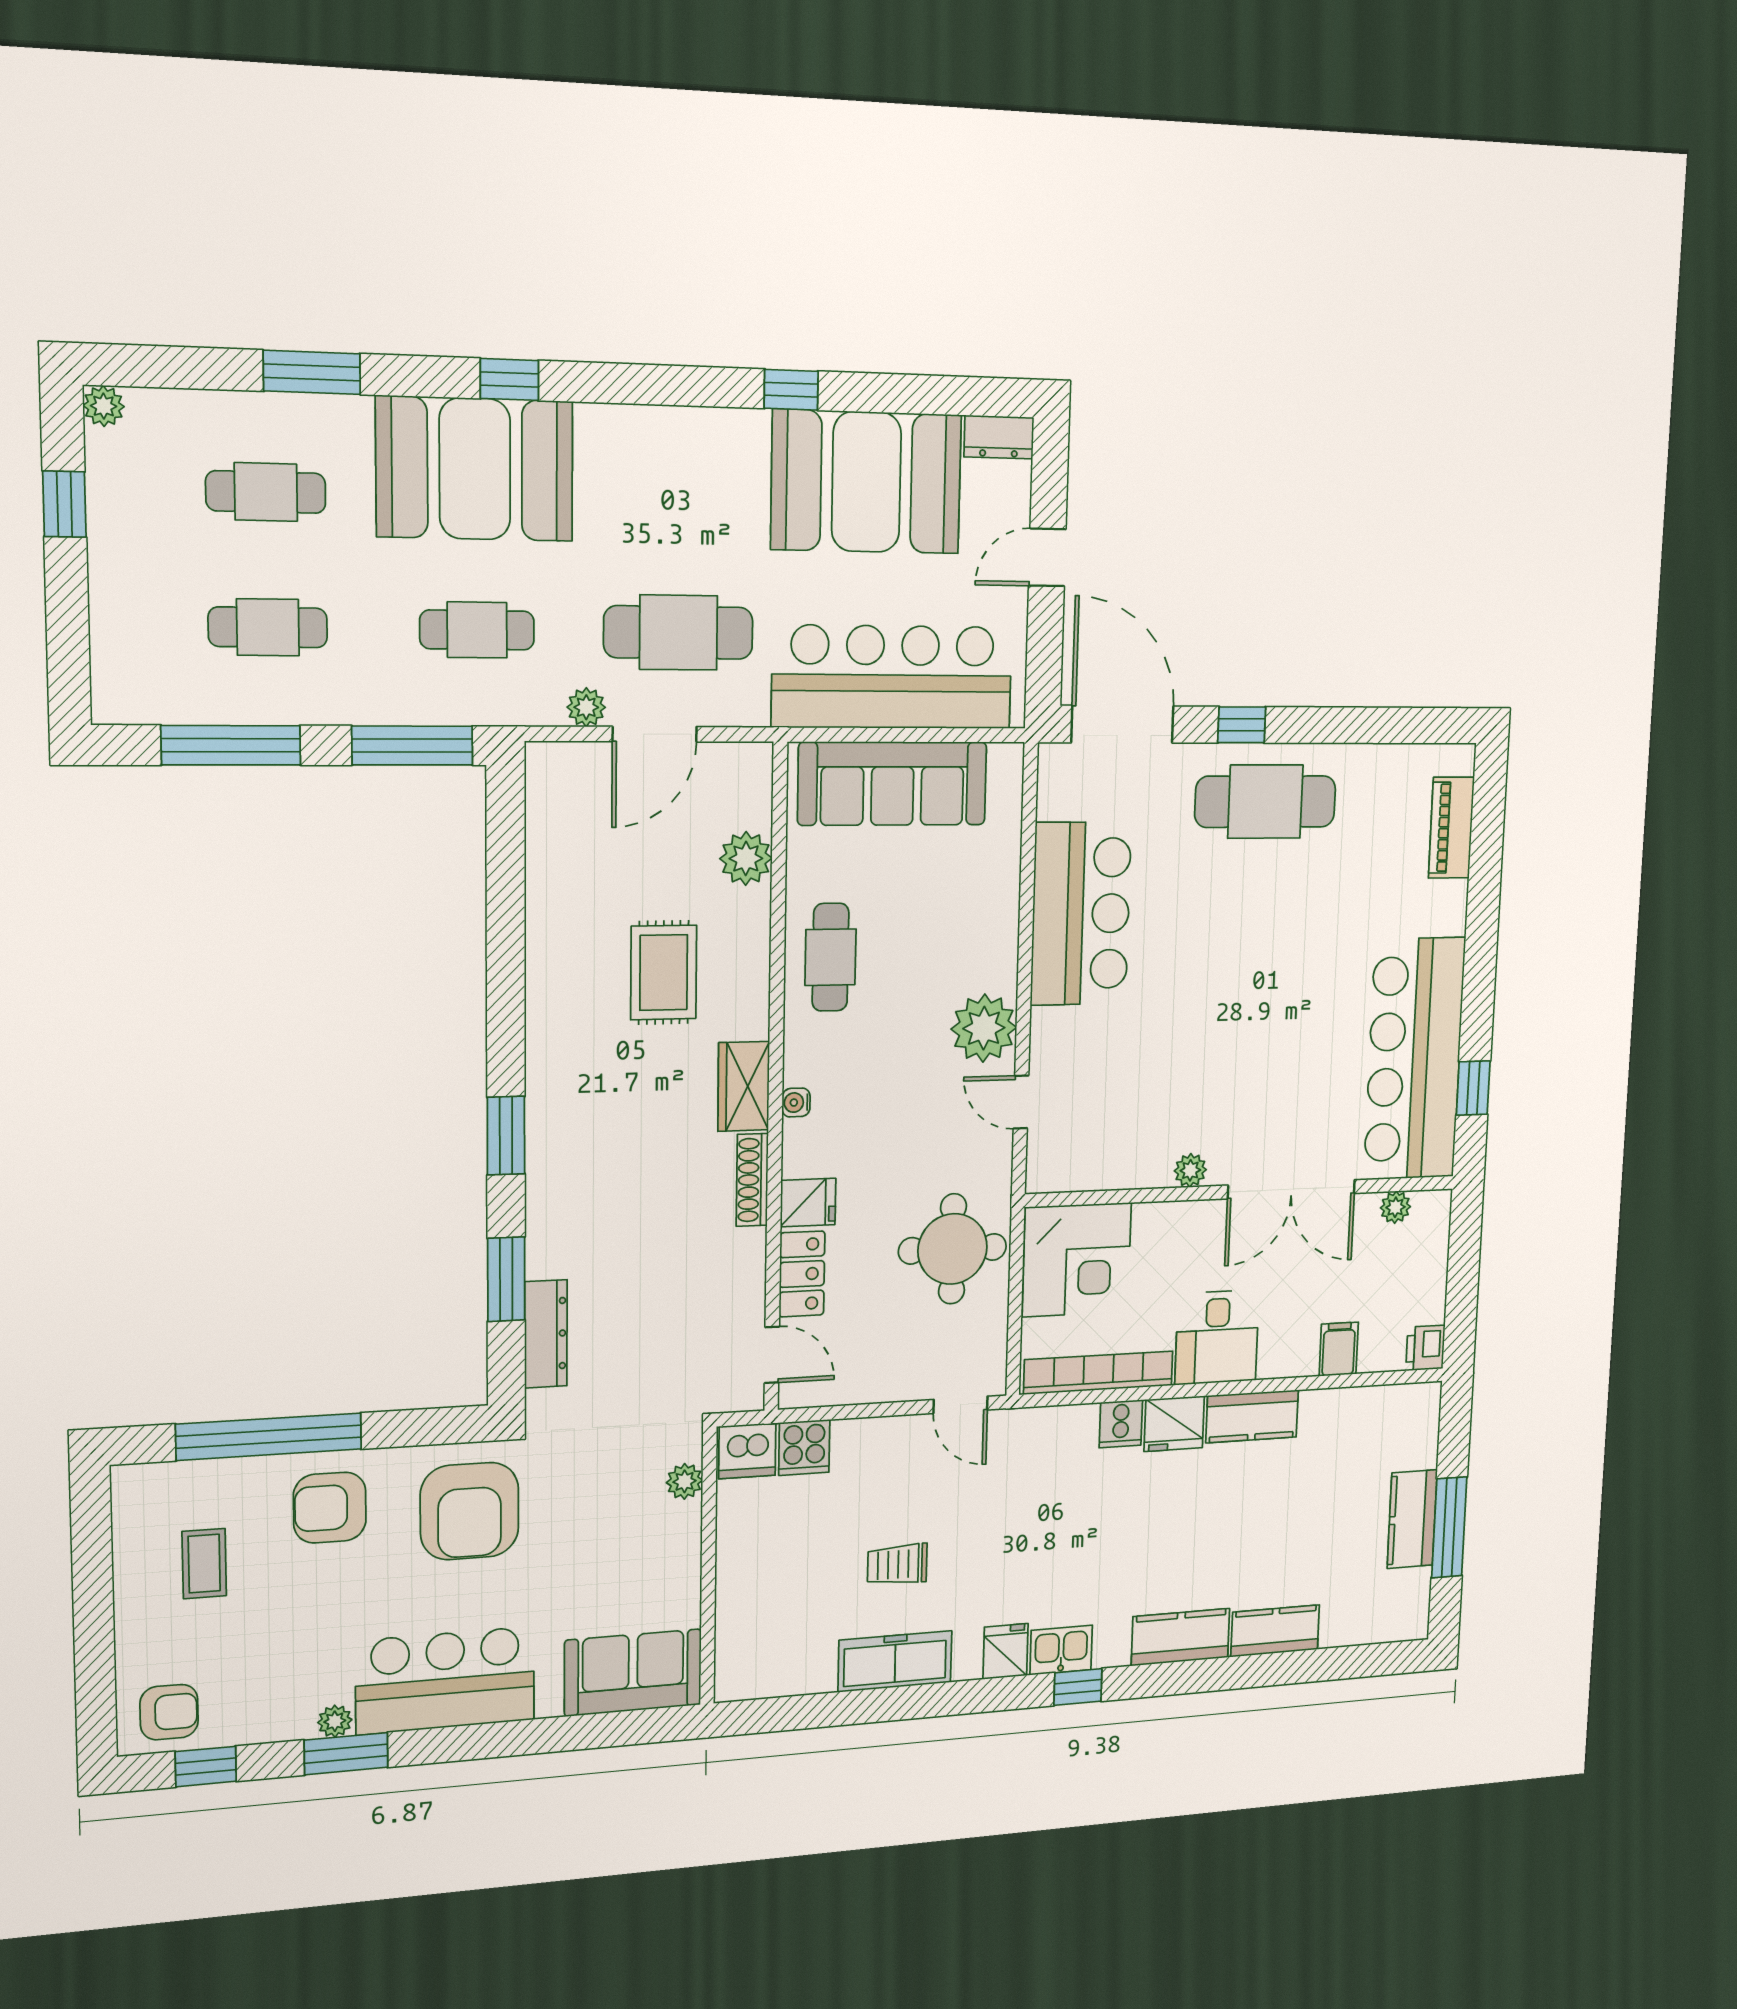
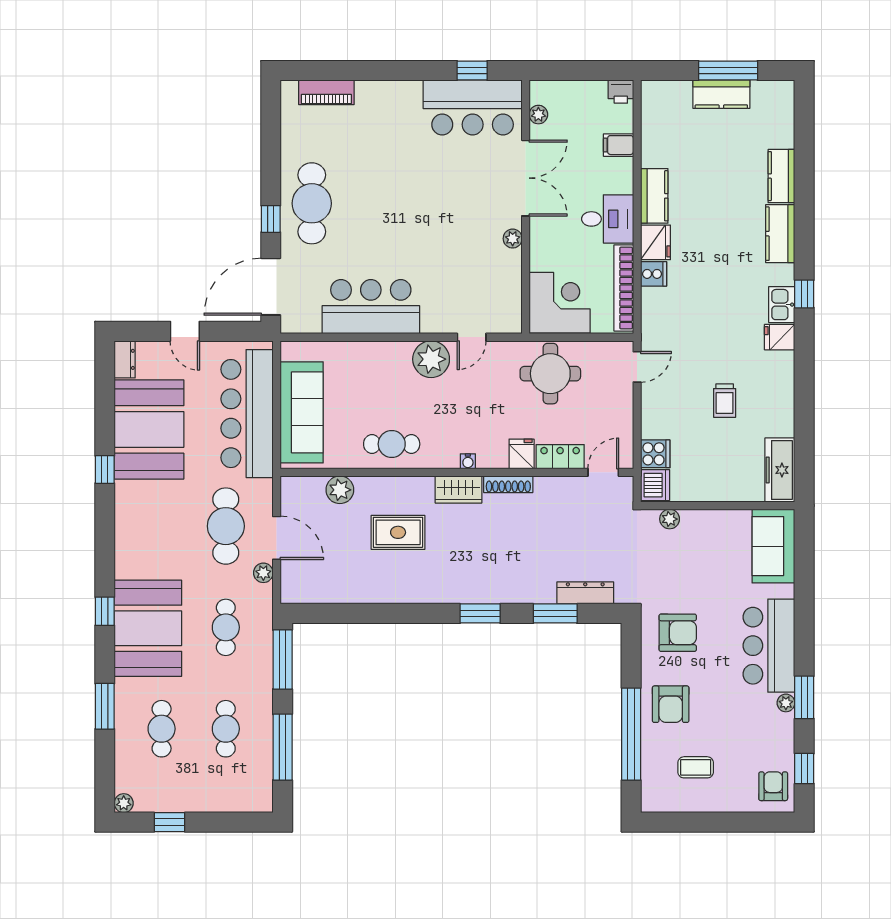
bar counter: (1415, 1059) -> (473, 107), width x0.73
armchair: (470, 1511) -> (678, 633), width x0.73, depth x0.73
freezer: (895, 1661) -> (780, 470), moved

